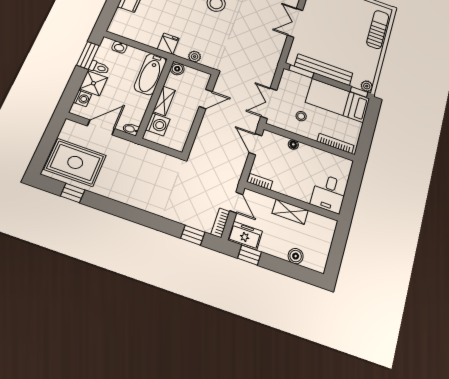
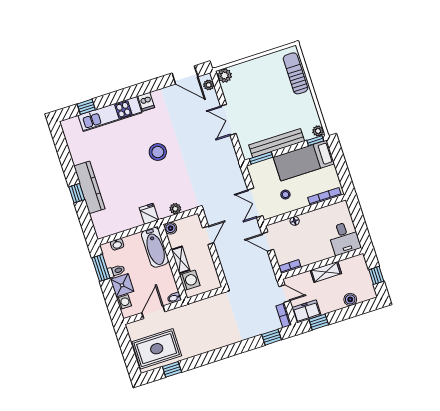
window: (337, 252) -> (376, 275), added

